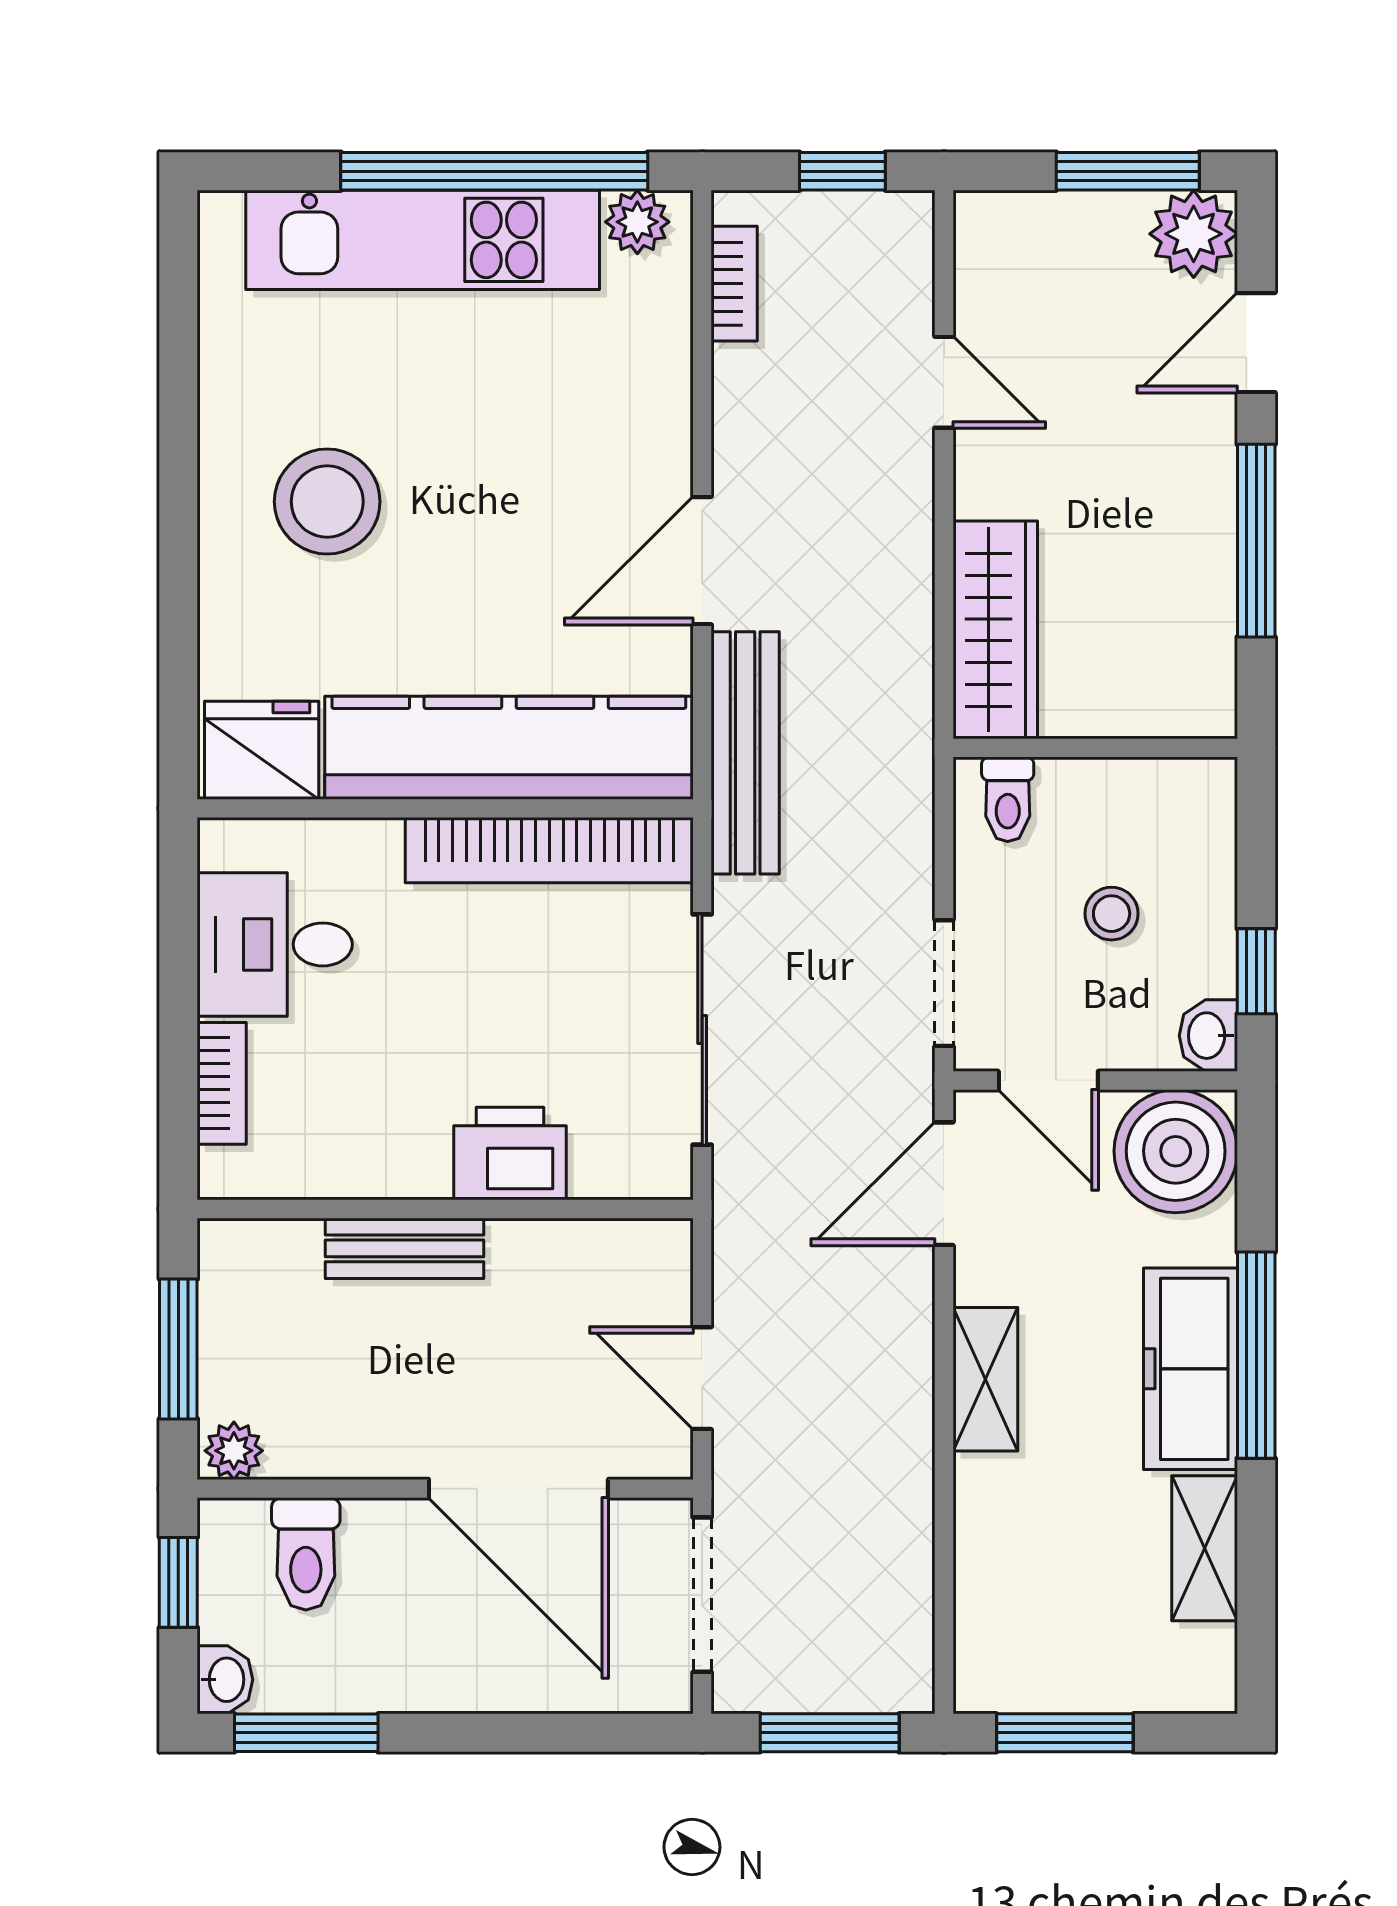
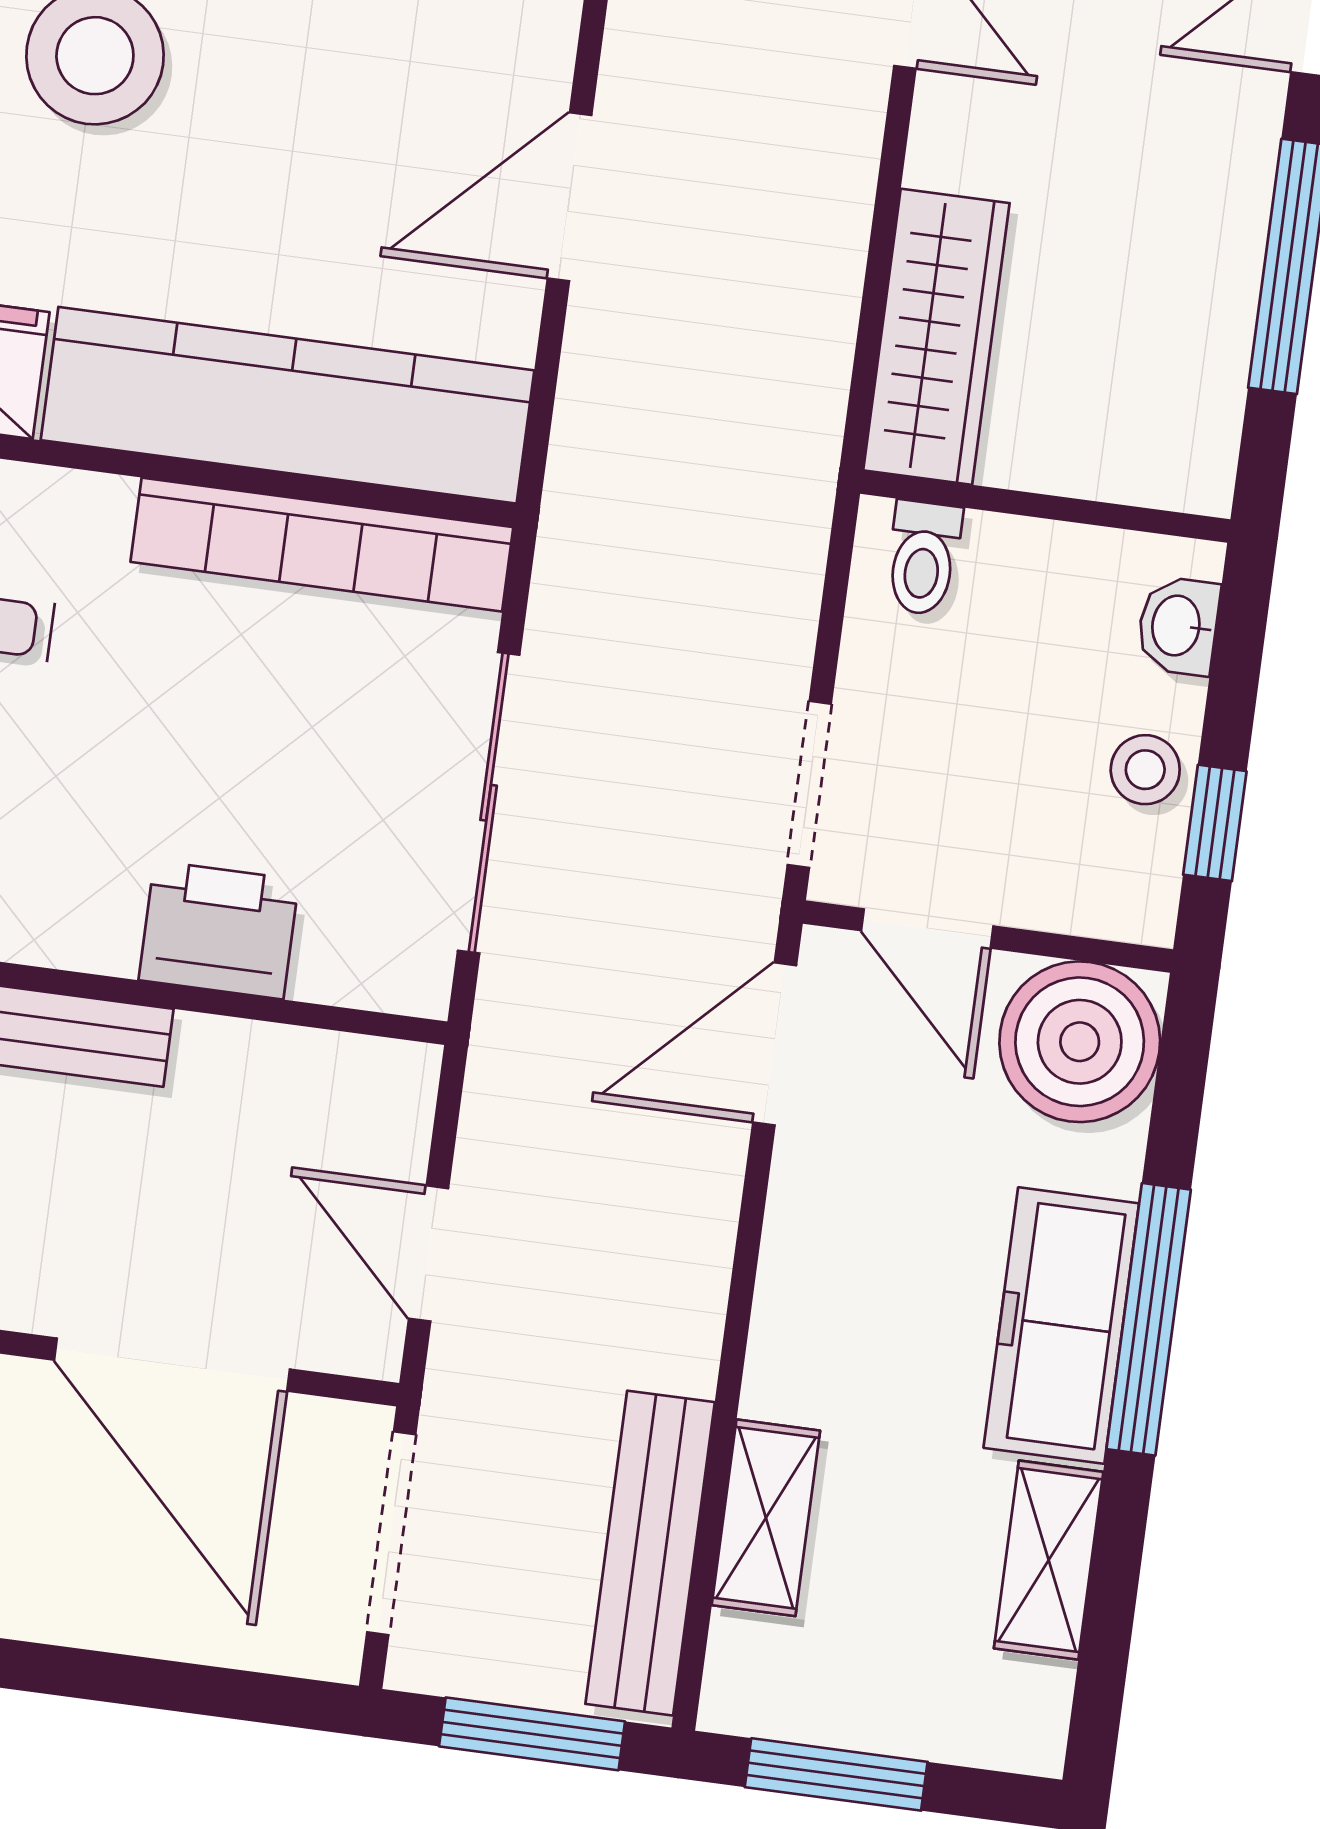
bench: (745, 753) -> (650, 1553), moved
stool: (1112, 914) -> (1145, 770), moved
washbasin: (1208, 1036) -> (1178, 626), moved
shelving: (985, 1379) -> (766, 1518), moved

